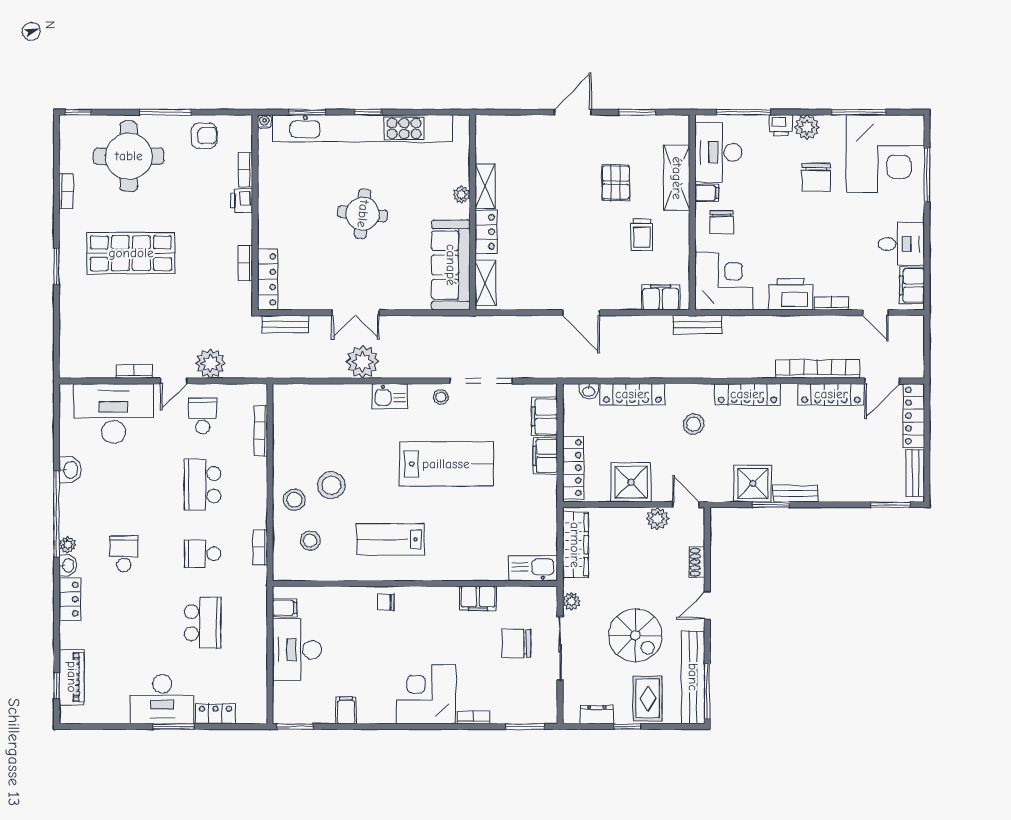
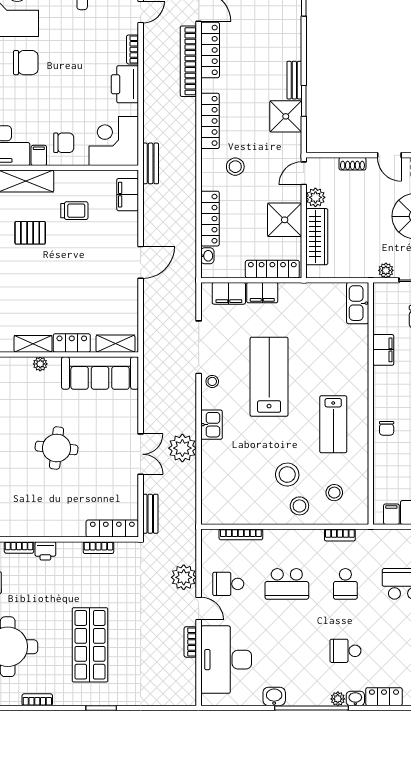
wardrobe: (575, 545) -> (317, 237), moved, turned 90

